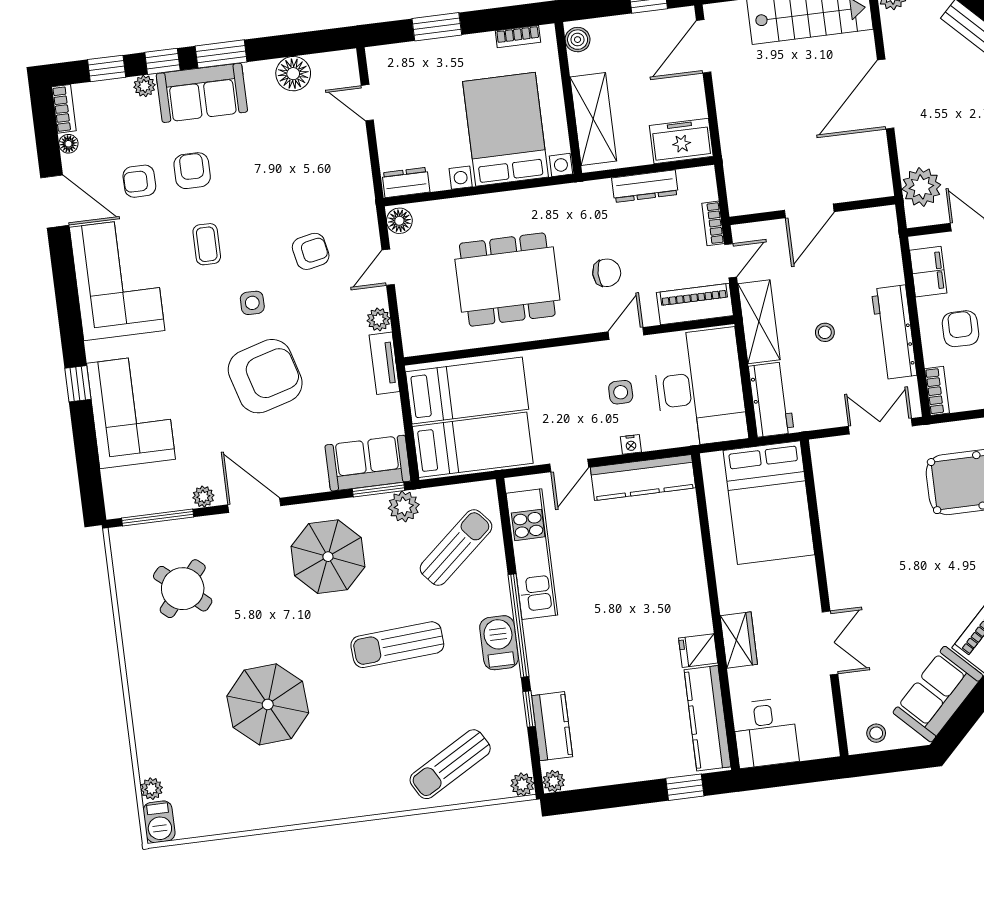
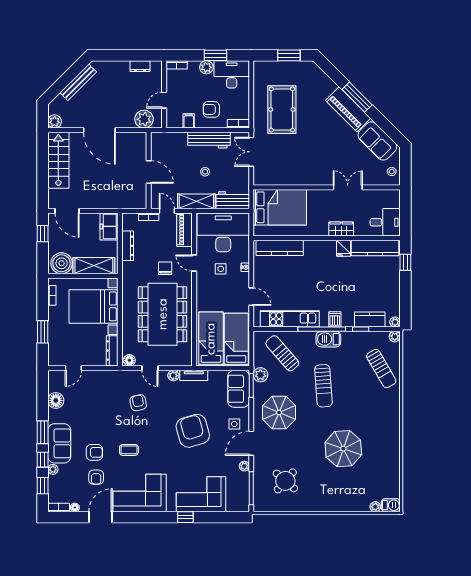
boiler: (578, 40) -> (62, 263), width x1.86, depth x1.86
armchair: (192, 171) -> (94, 452), turned 180
dresser: (406, 182) -> (112, 351), width x1.44
filing cabinet: (928, 272) -> (189, 121), width x0.50
dining table: (507, 280) -> (163, 314), width x1.36, depth x1.24
side table: (252, 303) -> (234, 424), moved
kitchen counter: (643, 478) -> (280, 248), moved, turned 90
dishwasher: (543, 651) -> (335, 319), added

